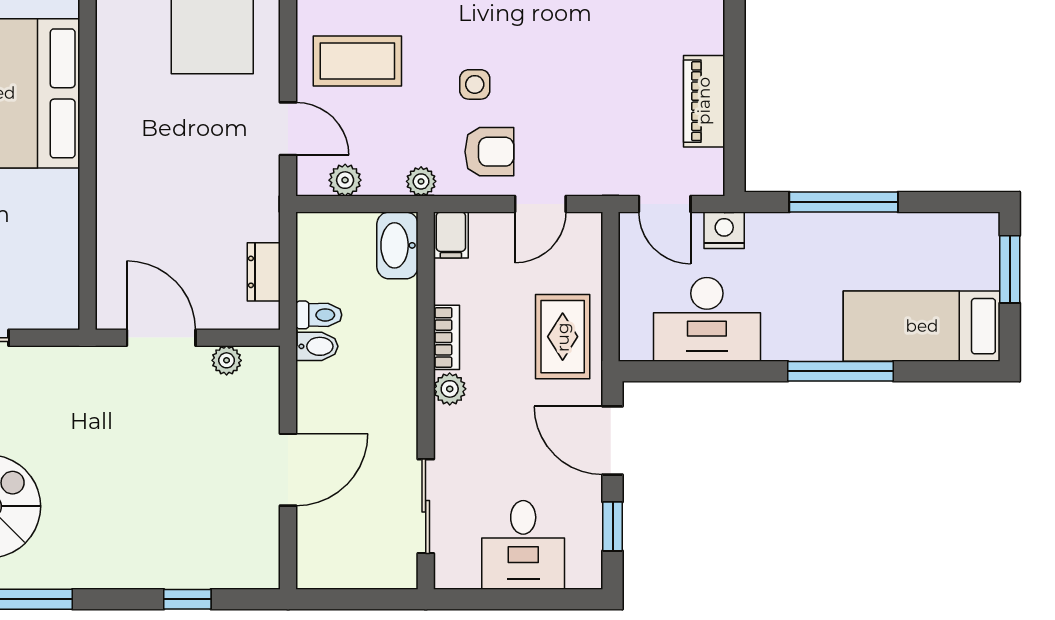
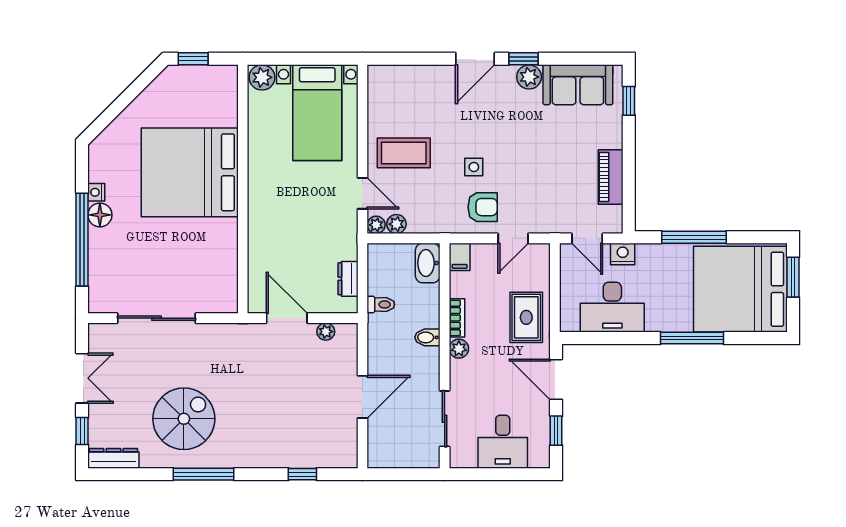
plant: (421, 181) -> (376, 225), moved
bed: (922, 326) -> (740, 289), width x2.04
bidet: (317, 346) -> (427, 337), moved, turned 180

